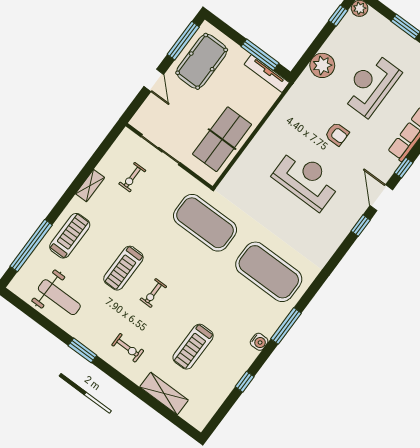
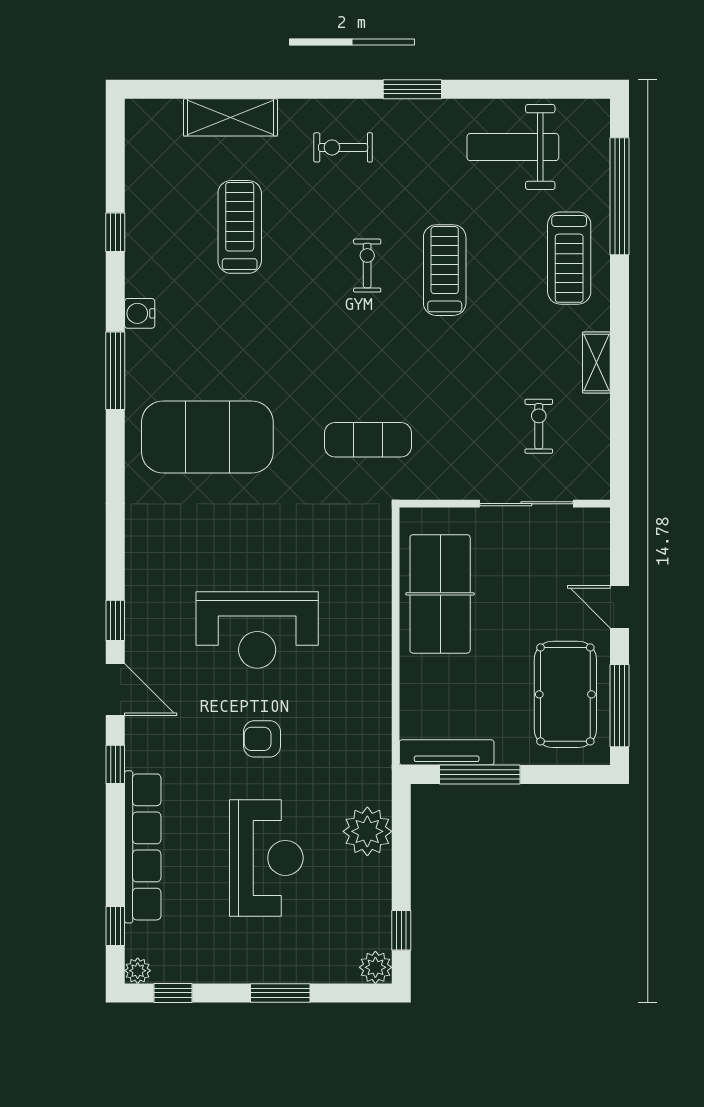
exercise mat: (205, 223) -> (368, 440), width x0.50, depth x0.69

